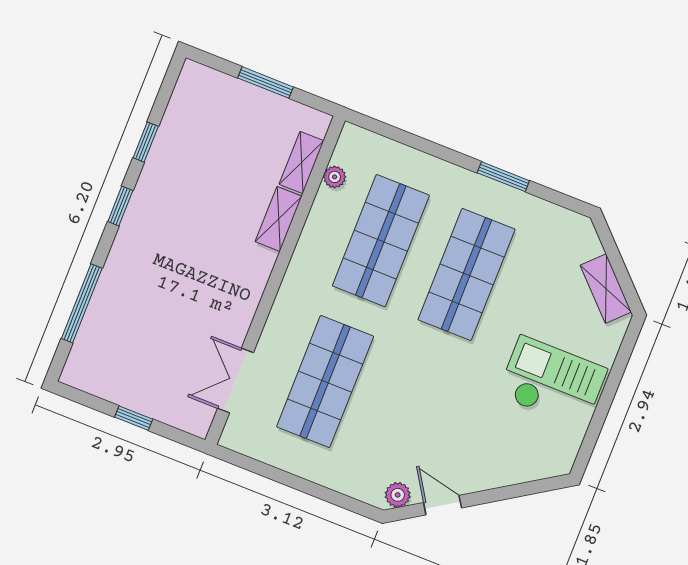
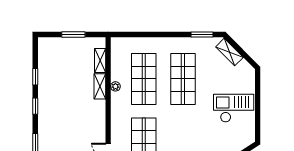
plant: (335, 177) -> (115, 86), moved
window: (503, 177) -> (202, 35), moved
shelving: (606, 289) -> (229, 52), moved

